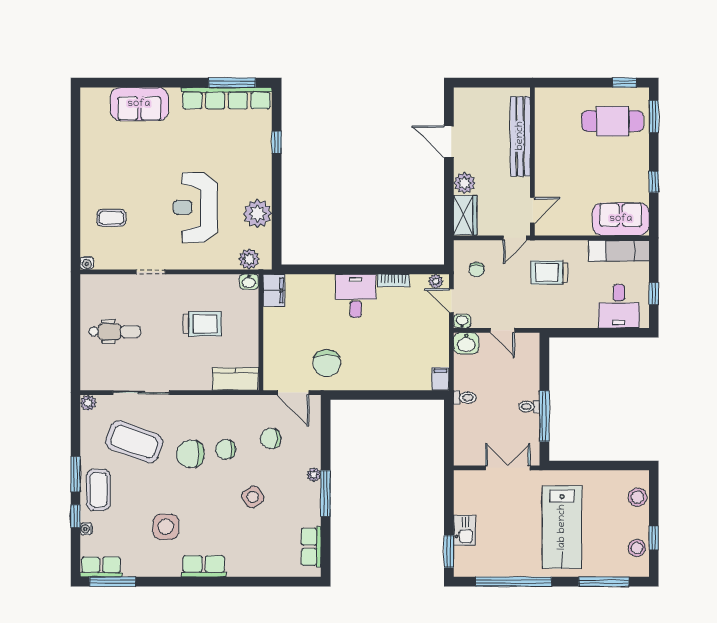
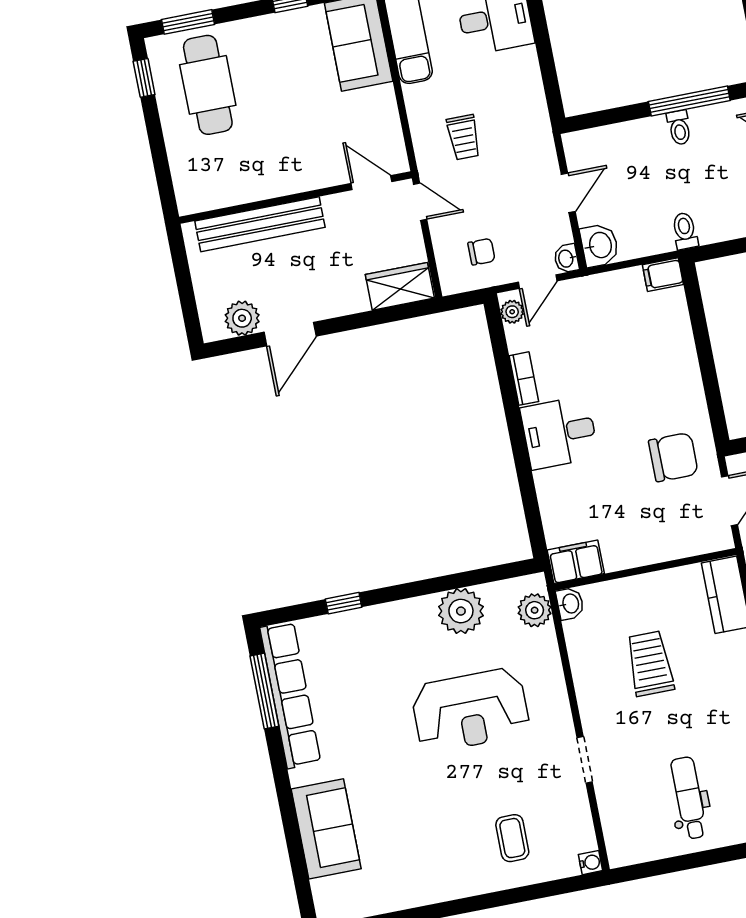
plant: (465, 183) -> (242, 318), moved
trolley: (549, 273) -> (464, 137), width x0.73, depth x0.72

